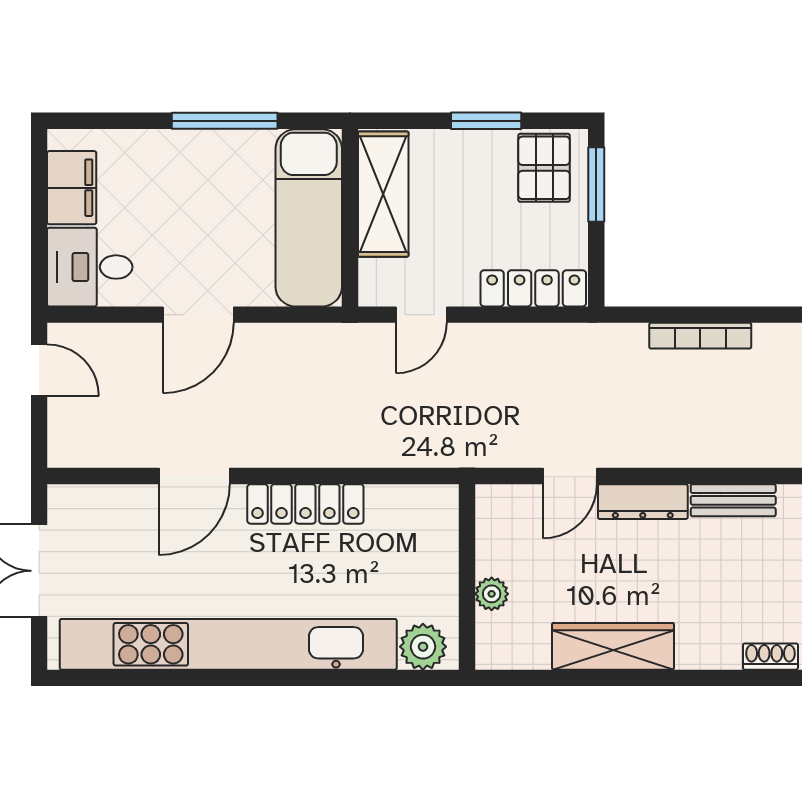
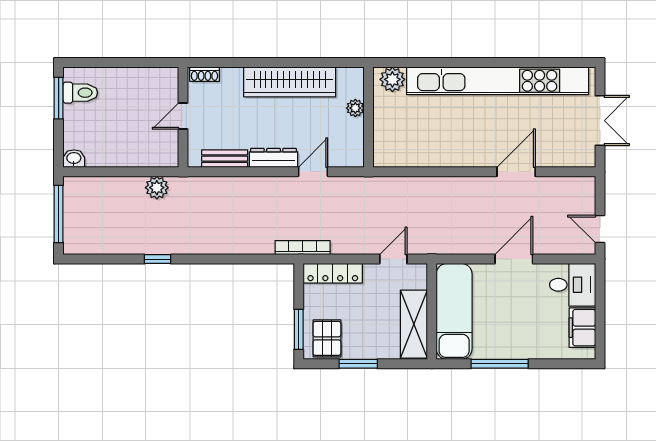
bookcase: (700, 336) -> (303, 248), moved
locker: (305, 504) -> (456, 157), removed
wardrobe: (613, 646) -> (290, 82), width x1.40, depth x1.17

